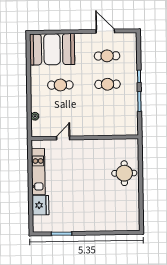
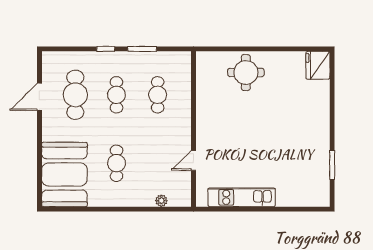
cafe table: (107, 56) -> (75, 95), width x1.37, depth x1.35
cafe table: (108, 113) -> (158, 95), added
door: (63, 138) -> (193, 160), hinge flipped
fridge: (40, 205) -> (318, 65), moved, turned -90

